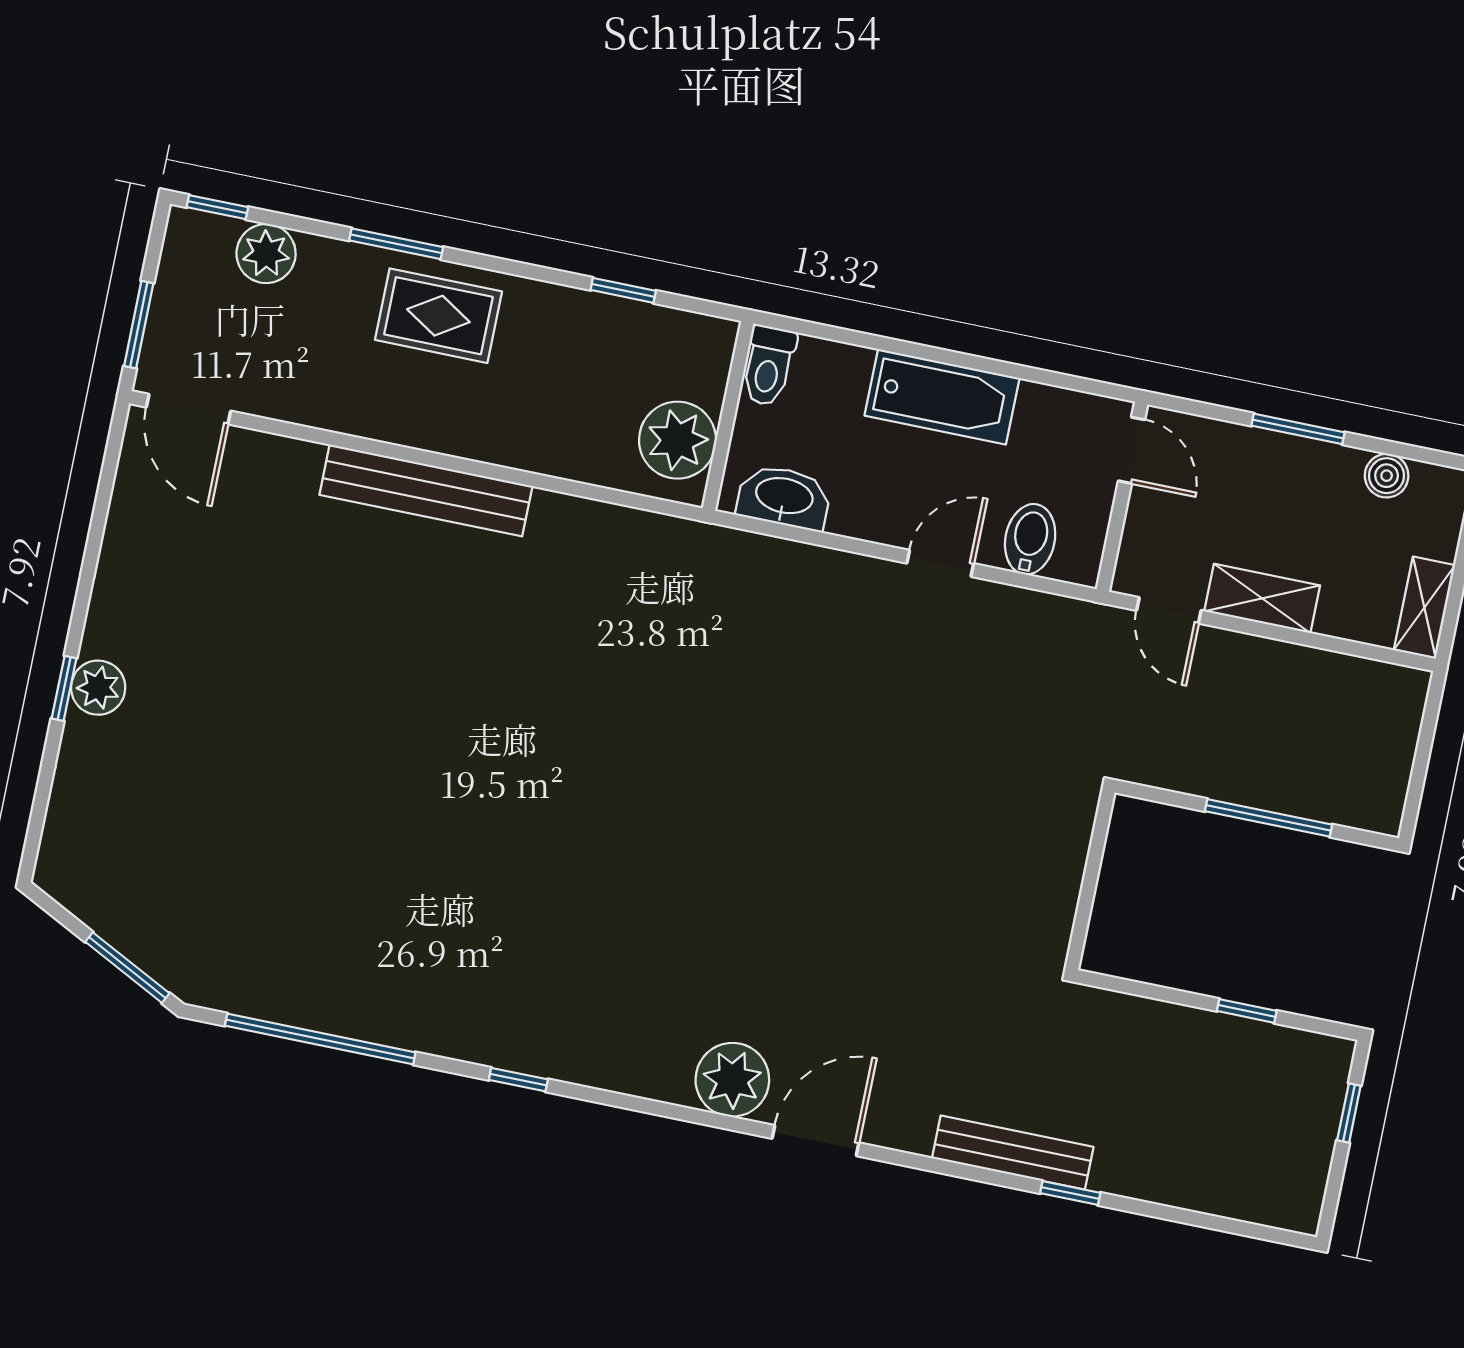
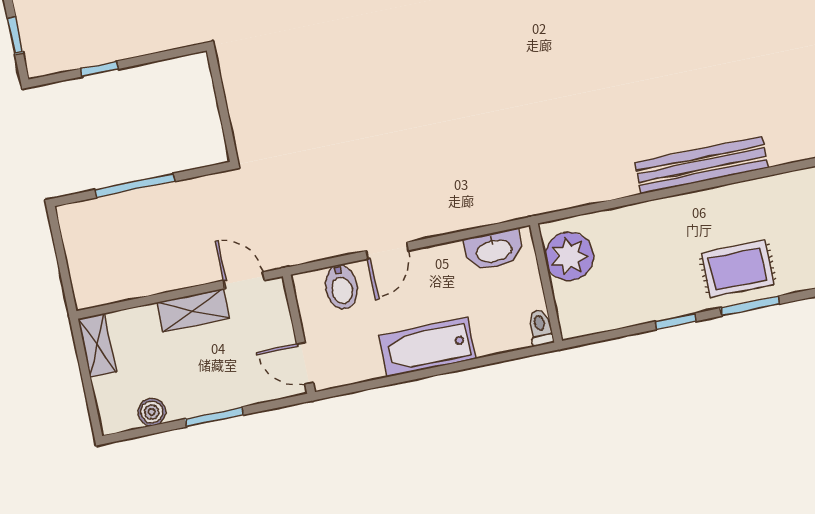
window: (396, 244) -> (750, 306), moved
window: (623, 290) -> (676, 321), moved
toilet: (768, 366) -> (540, 328), width x0.73, depth x0.72

